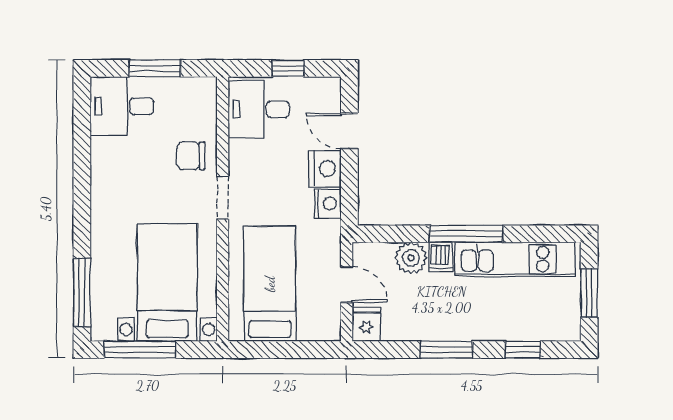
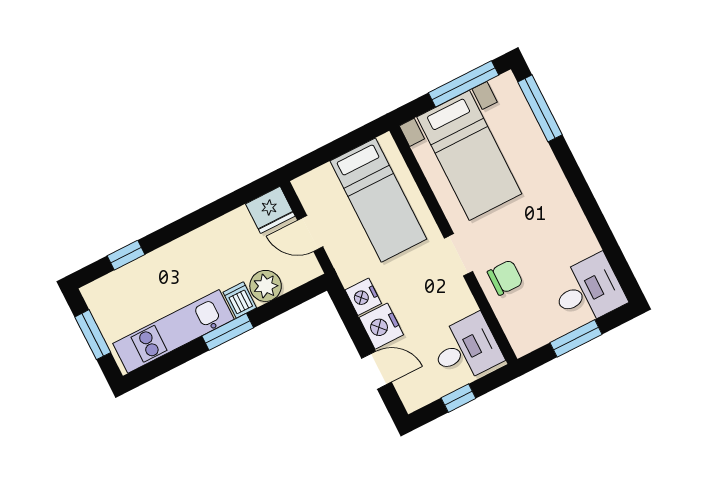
window: (466, 234) -> (228, 332), width x0.69
fridge: (366, 324) -> (270, 210), width x1.38
window: (447, 350) -> (193, 221), removed

